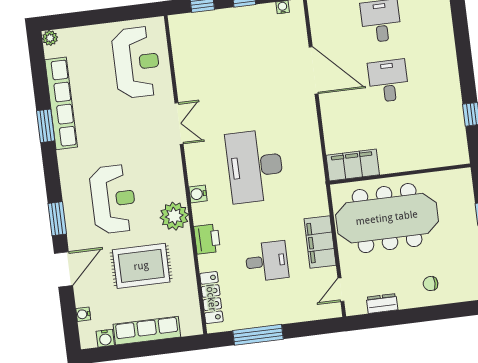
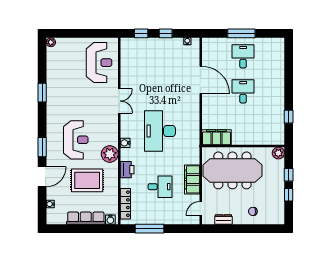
row of seats: (61, 103) -> (53, 81), removed
plant: (462, 179) -> (278, 153), added
water cooler: (105, 338) -> (110, 220), moved

